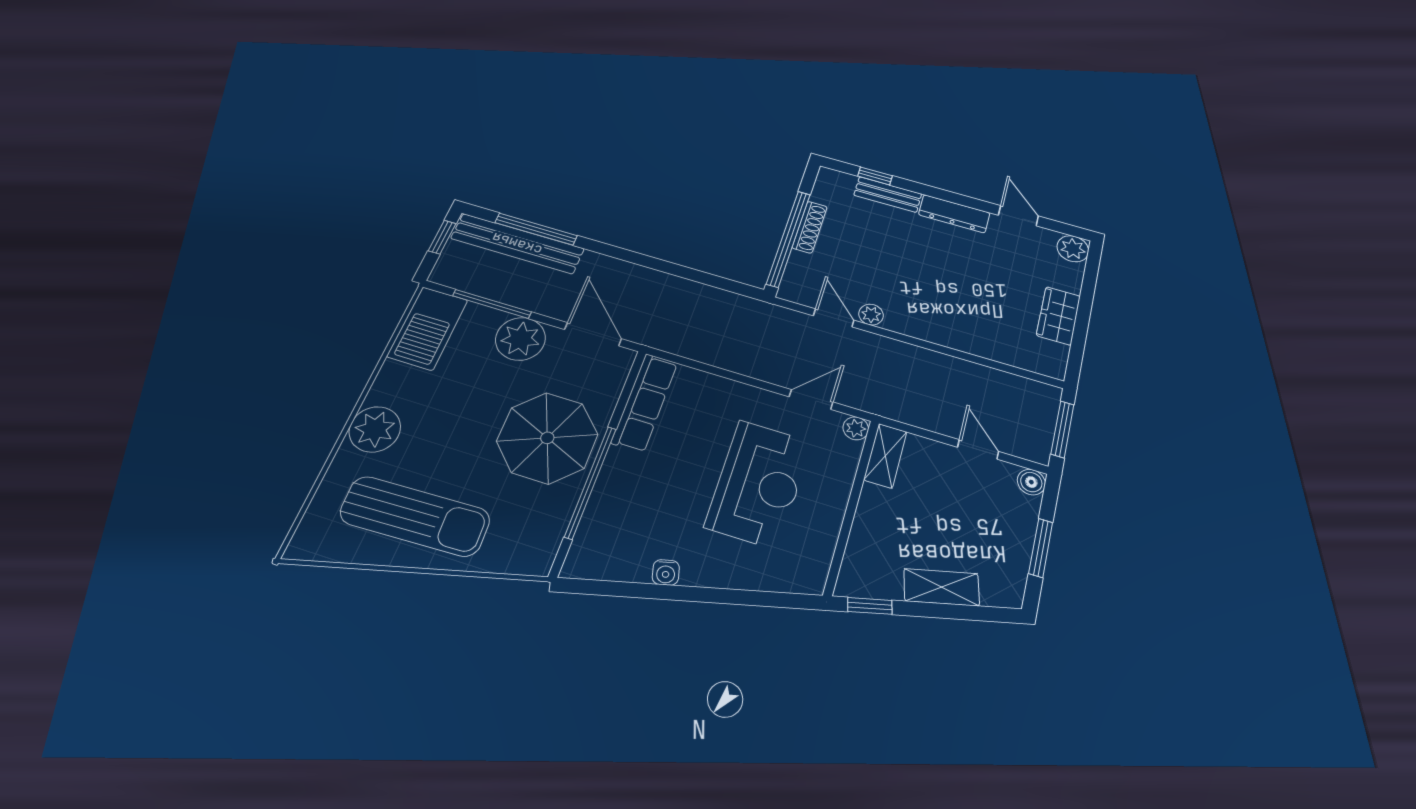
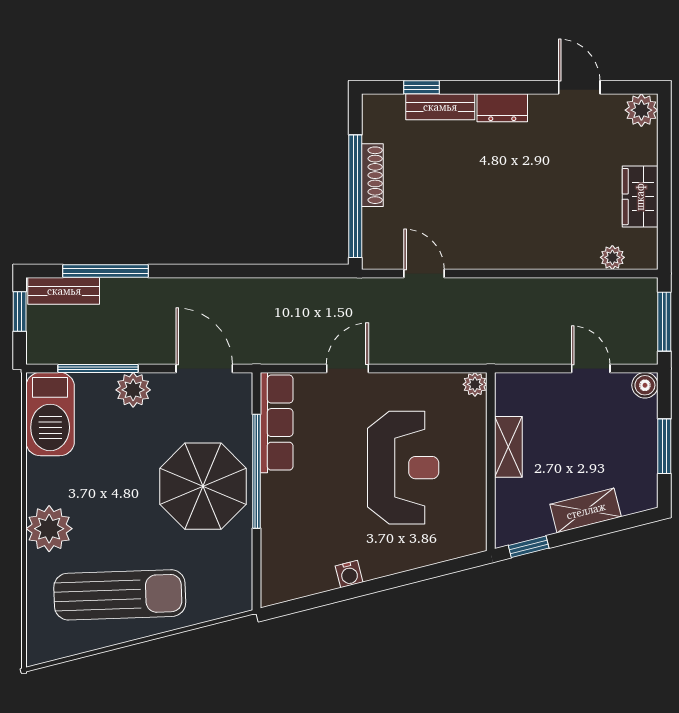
dresser: (954, 214) -> (502, 108), width x0.70
bench: (517, 244) -> (64, 291), width x0.54, depth x0.82
plant: (871, 315) -> (612, 257), moved
plant: (520, 339) -> (133, 390), width x0.73, depth x0.73
door: (811, 399) -> (348, 368), moved
shelving: (885, 456) -> (508, 447), moved
window: (591, 482) -> (256, 471), moved

